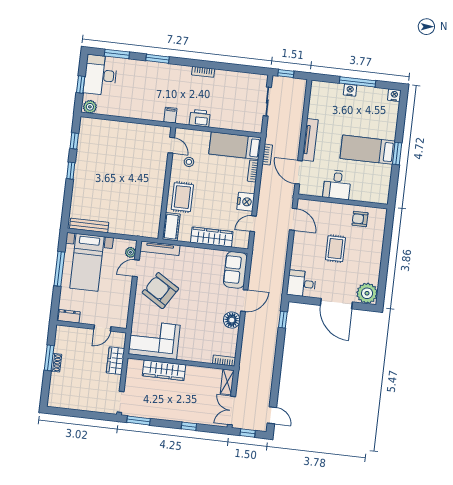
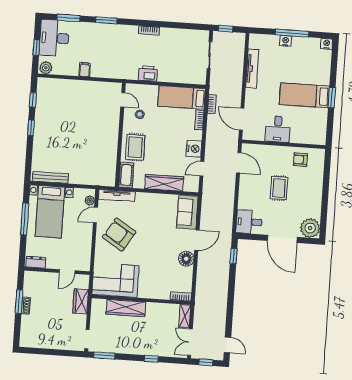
filing cabinet: (170, 115) -> (85, 70), moved
tv unit: (310, 140) -> (252, 69), moved

